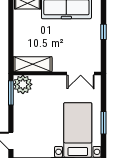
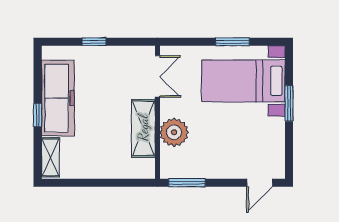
shelving: (33, 64) -> (143, 128), moved
plant: (23, 84) -> (174, 132), moved

